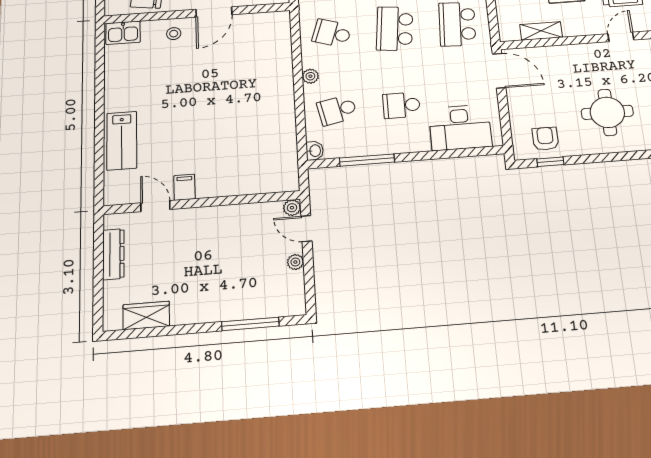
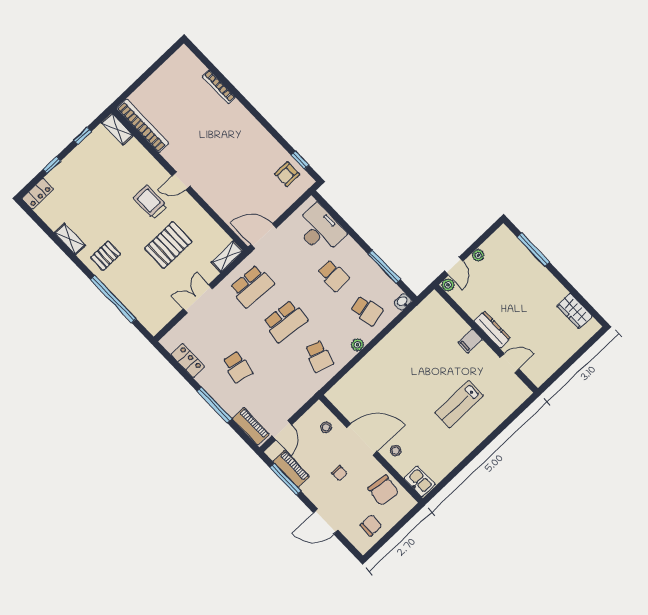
door: (214, 12) -> (362, 440), width x1.36
shelving: (541, 31) -> (227, 257), moved, turned 90
door: (499, 71) -> (264, 236), hinge flipped
round table: (607, 112) -> (240, 151), removed
lab bench: (122, 141) -> (459, 404), moved, turned 180
filing cabinet: (184, 187) -> (470, 341), moved
door: (155, 206) -> (509, 363), swing flipped
dresser: (113, 254) -> (492, 330), moved, turned 90

